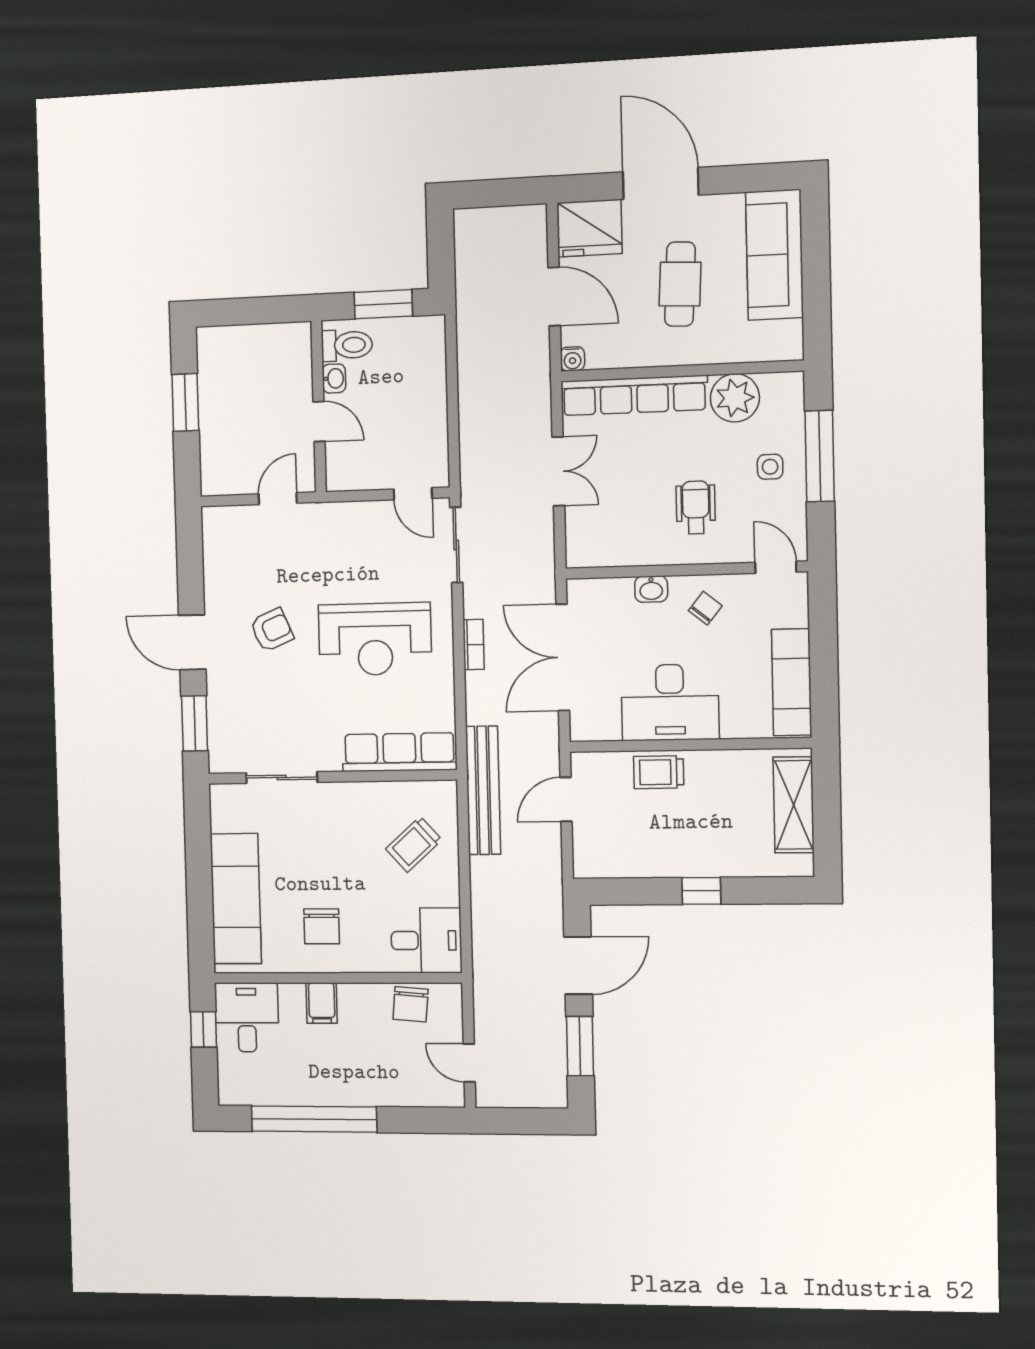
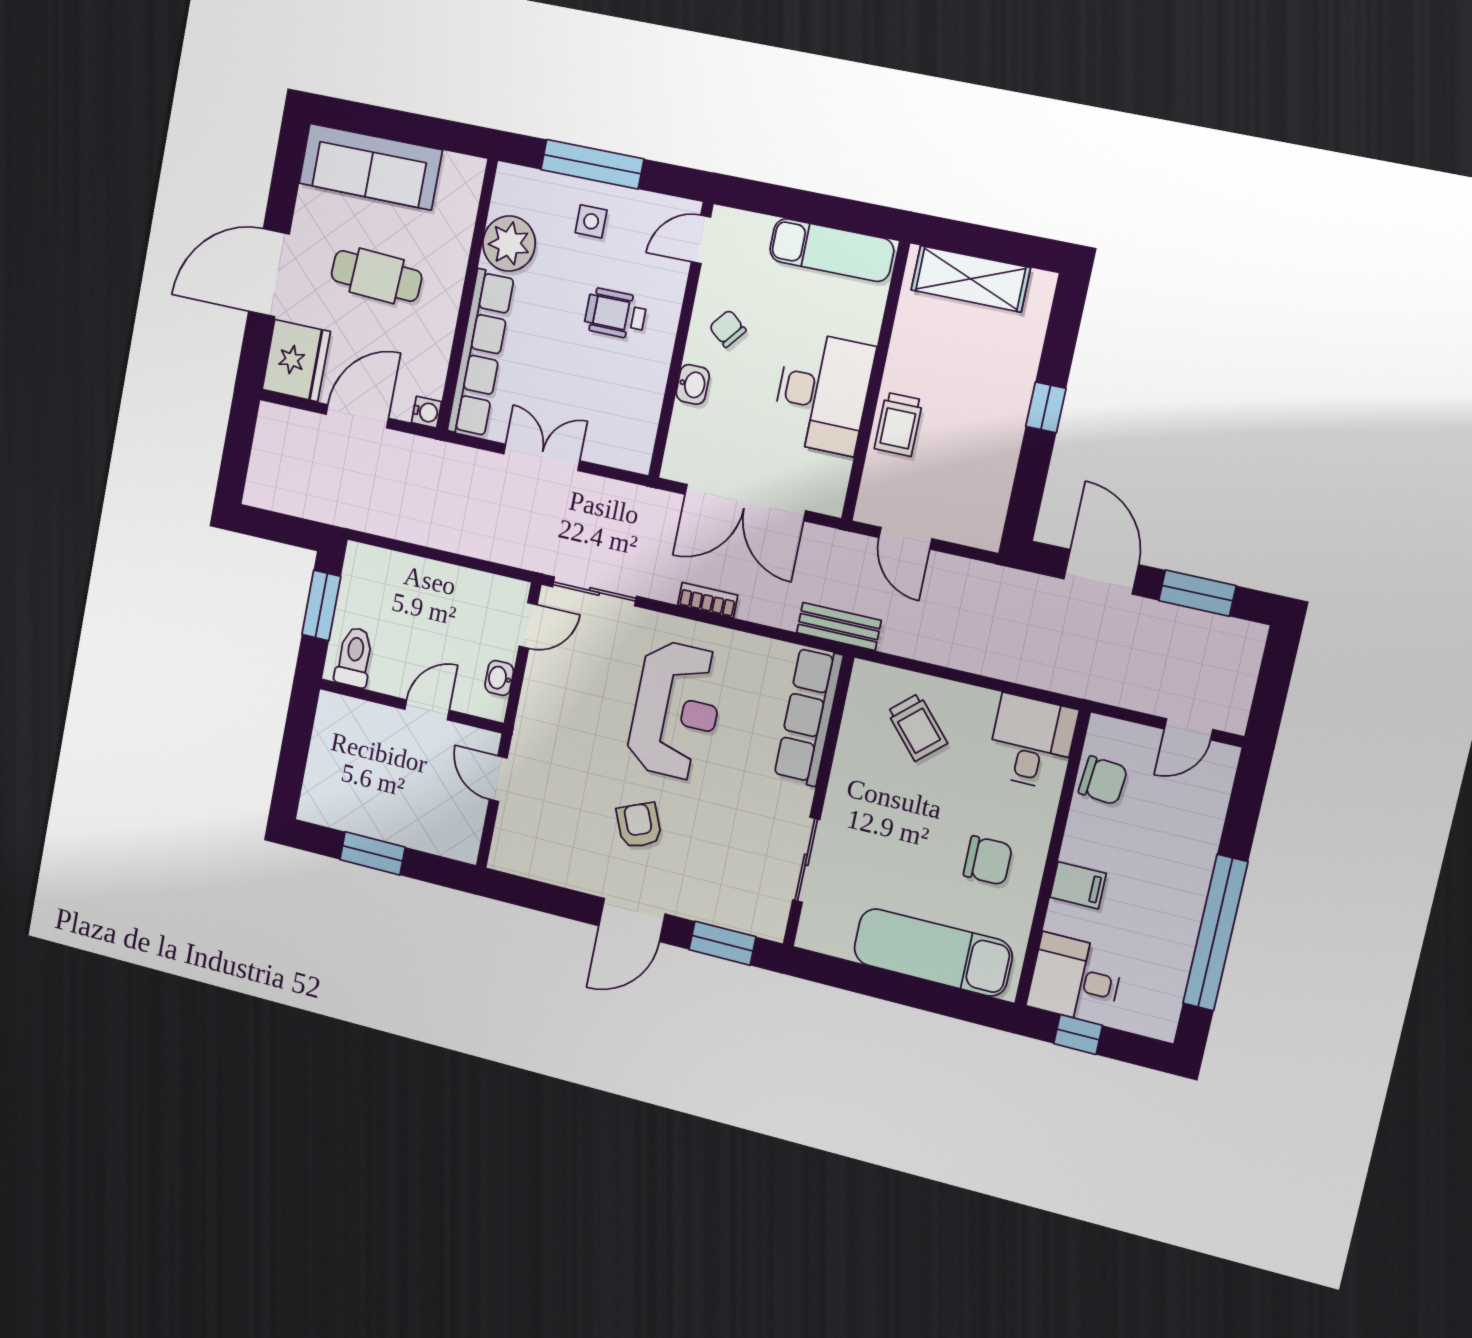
washbasin: (334, 378) -> (499, 678), moved, turned -90
bench: (483, 790) -> (839, 627), width x0.54, depth x0.82

